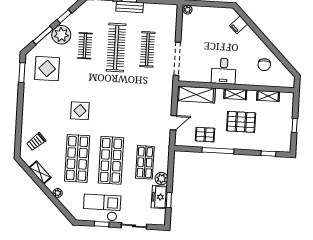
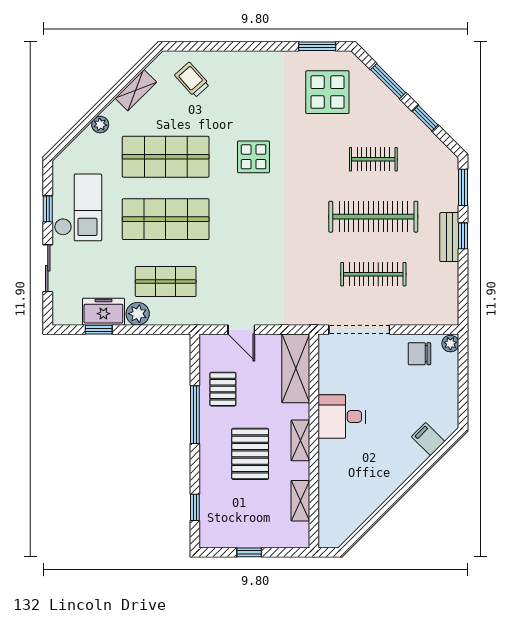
plant: (61, 35) -> (391, 115), removed
chair: (264, 65) -> (419, 354), moved

